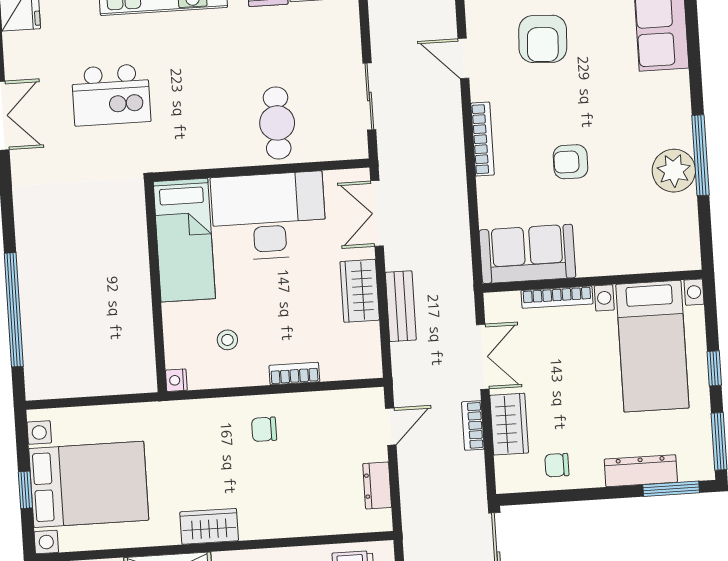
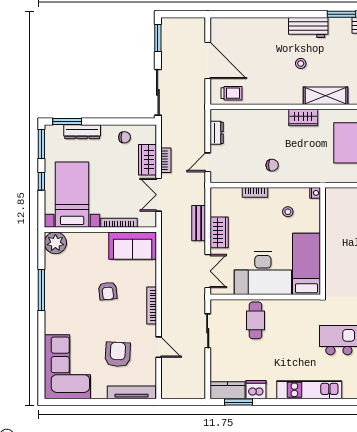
armchair: (570, 162) -> (108, 291), turned 84
plant: (674, 171) -> (55, 243), moved

